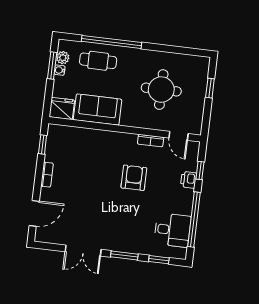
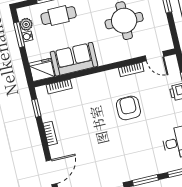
bookcase: (73, 131) -> (59, 87), added

